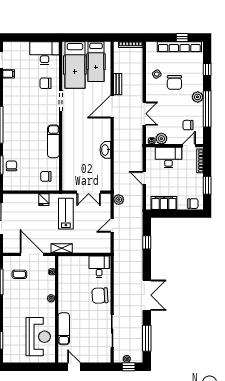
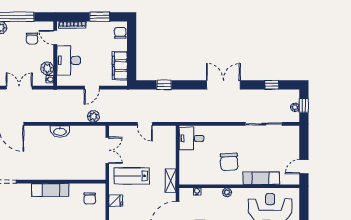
plant: (119, 200) -> (93, 116), moved
chair: (100, 296) -> (229, 162), moved
window: (147, 338) -> (272, 85), width x0.46

